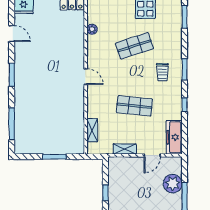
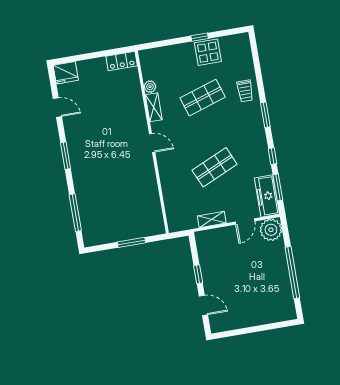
window: (184, 17) -> (278, 187), moved
trolley: (162, 72) -> (245, 91), moved
shop shelf: (134, 106) -> (215, 167), turned -30
shelving: (92, 130) -> (154, 107), moved
plant: (173, 184) -> (271, 230), moved

